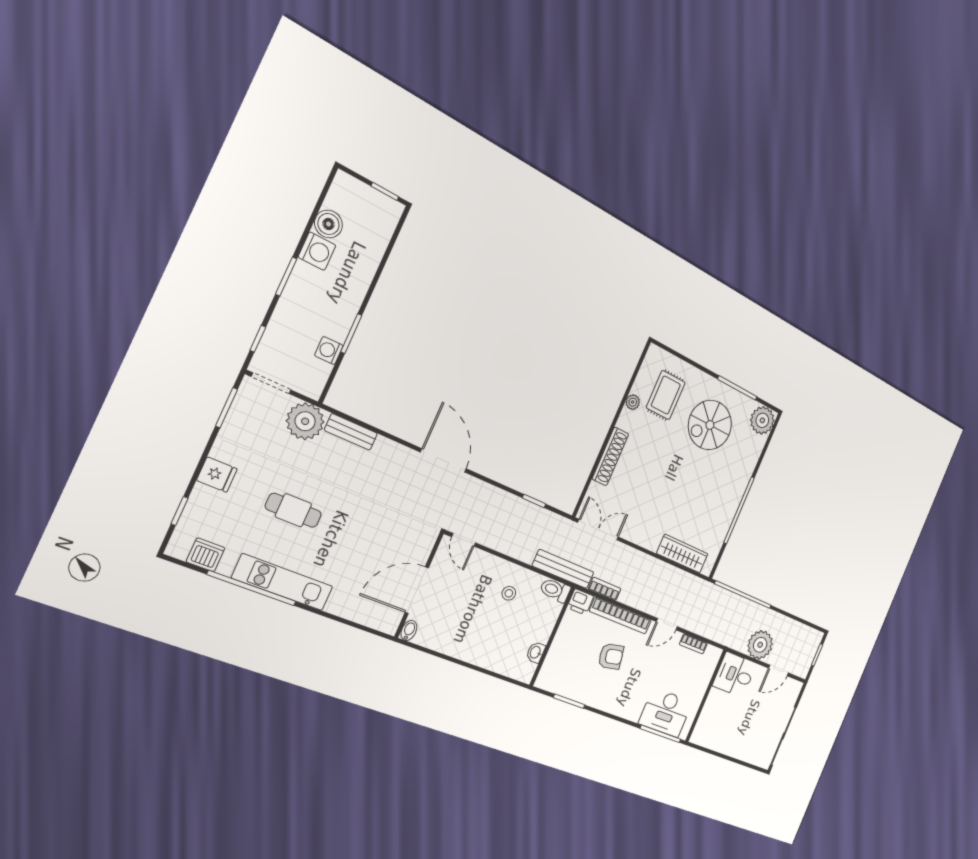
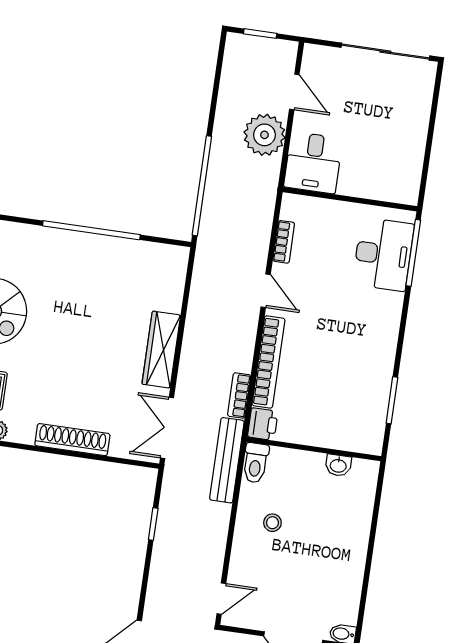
wardrobe: (682, 554) -> (161, 350), moved
armchair: (611, 656) -> (324, 359), removed

